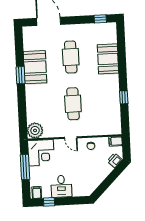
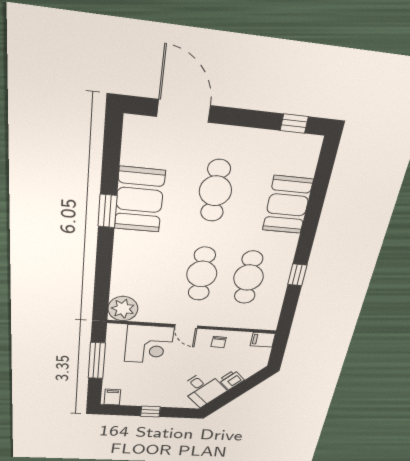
cafe table: (98, 103) -> (248, 278), added
corner desk: (41, 153) -> (149, 344), moved
printer: (115, 160) -> (231, 380), moved
desk: (61, 186) -> (203, 389), moved, turned -45
window: (49, 202) -> (150, 411), moved

